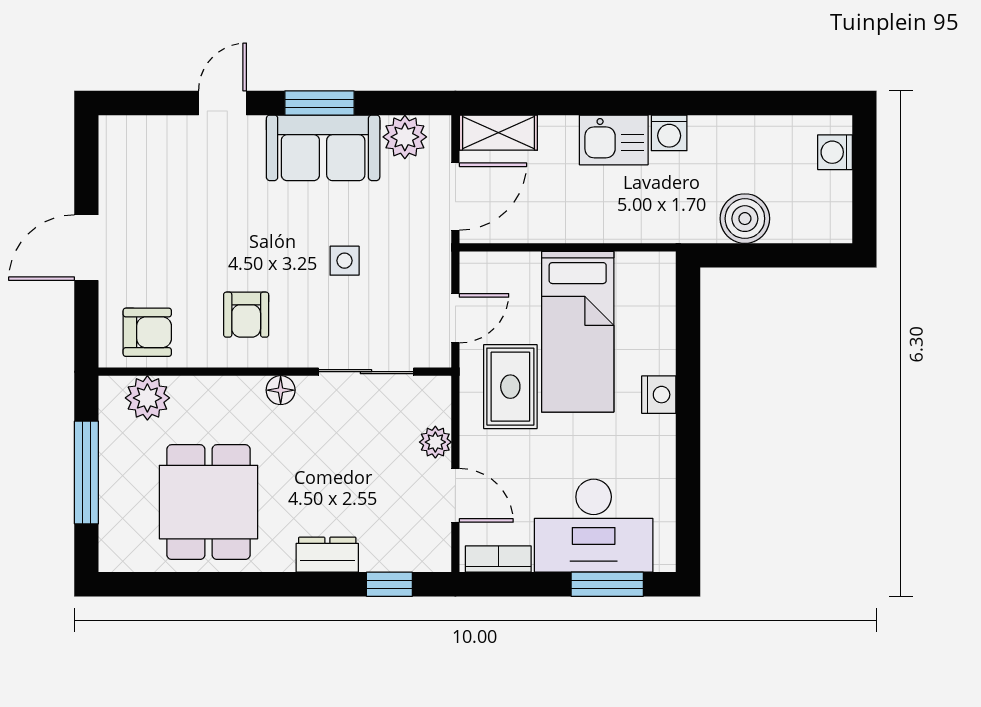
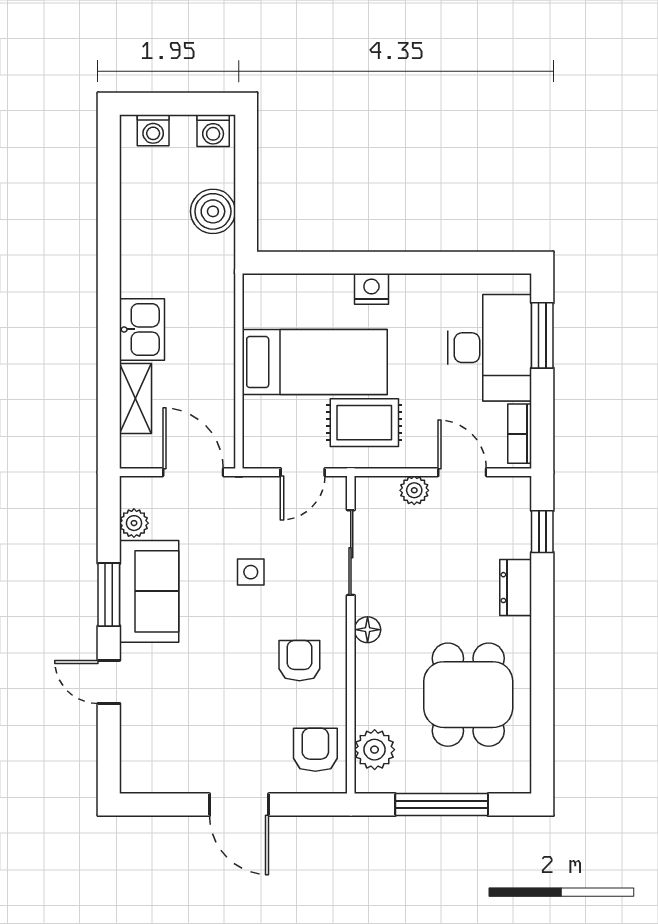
shelving: (498, 133) -> (135, 398), moved
washing machine: (669, 133) -> (213, 131), moved, turned 90
plant: (405, 137) -> (134, 523), width x0.73, depth x0.73
armchair: (246, 315) -> (299, 661), turned -90
door: (455, 318) -> (303, 472), swing flipped
door: (455, 495) -> (462, 472), hinge flipped
dining table: (208, 502) -> (468, 695), turned 90

